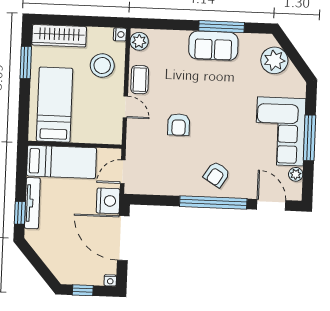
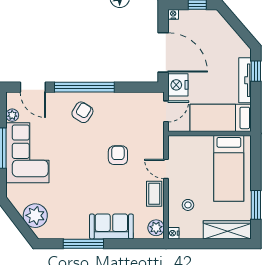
sofa: (213, 46) -> (111, 226), moved
stool: (102, 66) -> (188, 205), width x0.53, depth x0.53

